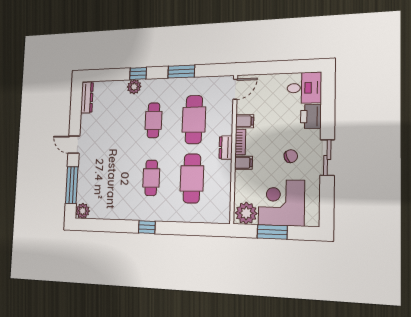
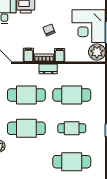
cafe table: (153, 120) -> (26, 128), width x1.37, depth x1.35
chair: (291, 156) -> (49, 30), moved
cafe table: (112, 177) -> (72, 162), added

